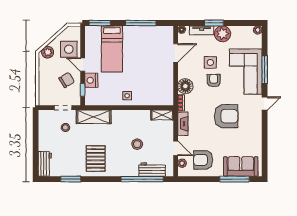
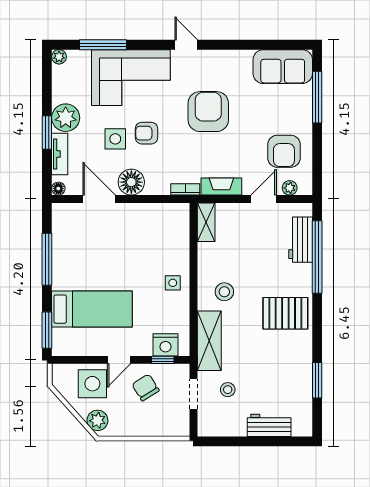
window: (265, 70) -> (103, 45), moved
nightstand: (91, 80) -> (165, 345), moved
floor lamp: (185, 86) -> (131, 182), moved
stool: (137, 144) -> (224, 292), moved
pallet: (96, 158) -> (285, 313), moved
workbench: (45, 164) -> (269, 425), moved
sofa: (241, 166) -> (283, 67), moved, turned -90

